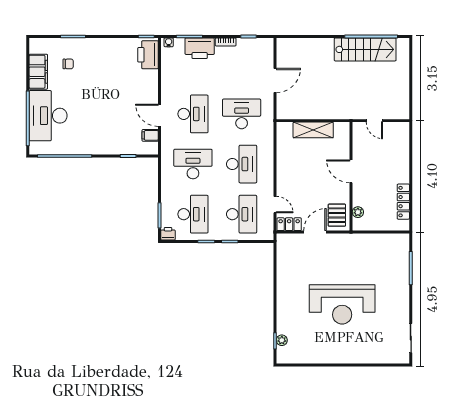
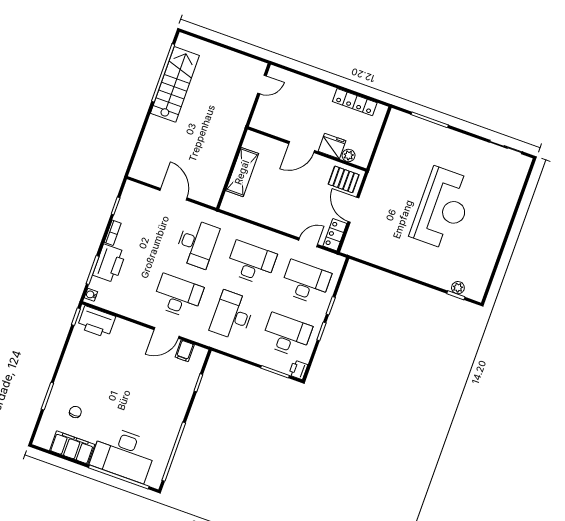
desk: (242, 114) -> (197, 243), turned 180
door: (374, 121) -> (262, 84), moved
fridge: (361, 196) -> (332, 146), added

